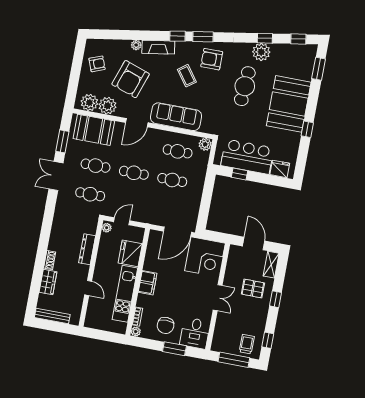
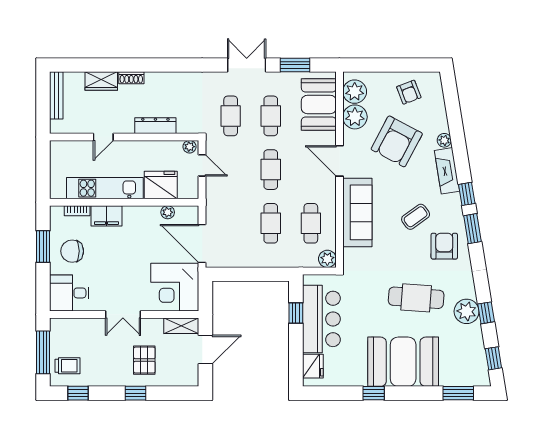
armchair: (131, 79) -> (397, 141), turned -81
shelving: (271, 265) -> (181, 326), moved
filing cabinet: (148, 283) -> (107, 216), moved
plant: (136, 332) -> (168, 212), moved
window: (174, 349) -> (43, 247), moved

